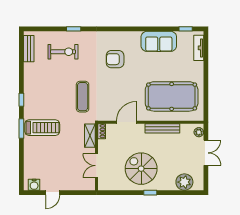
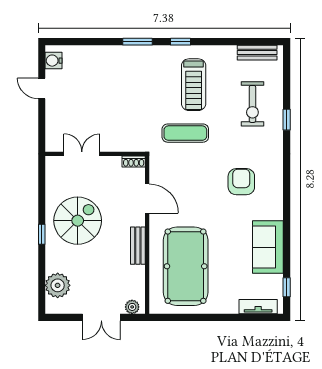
treadmill: (42, 128) -> (194, 85), moved
bench: (162, 128) -> (138, 246), width x0.73
shelving: (90, 136) -> (127, 144), removed

